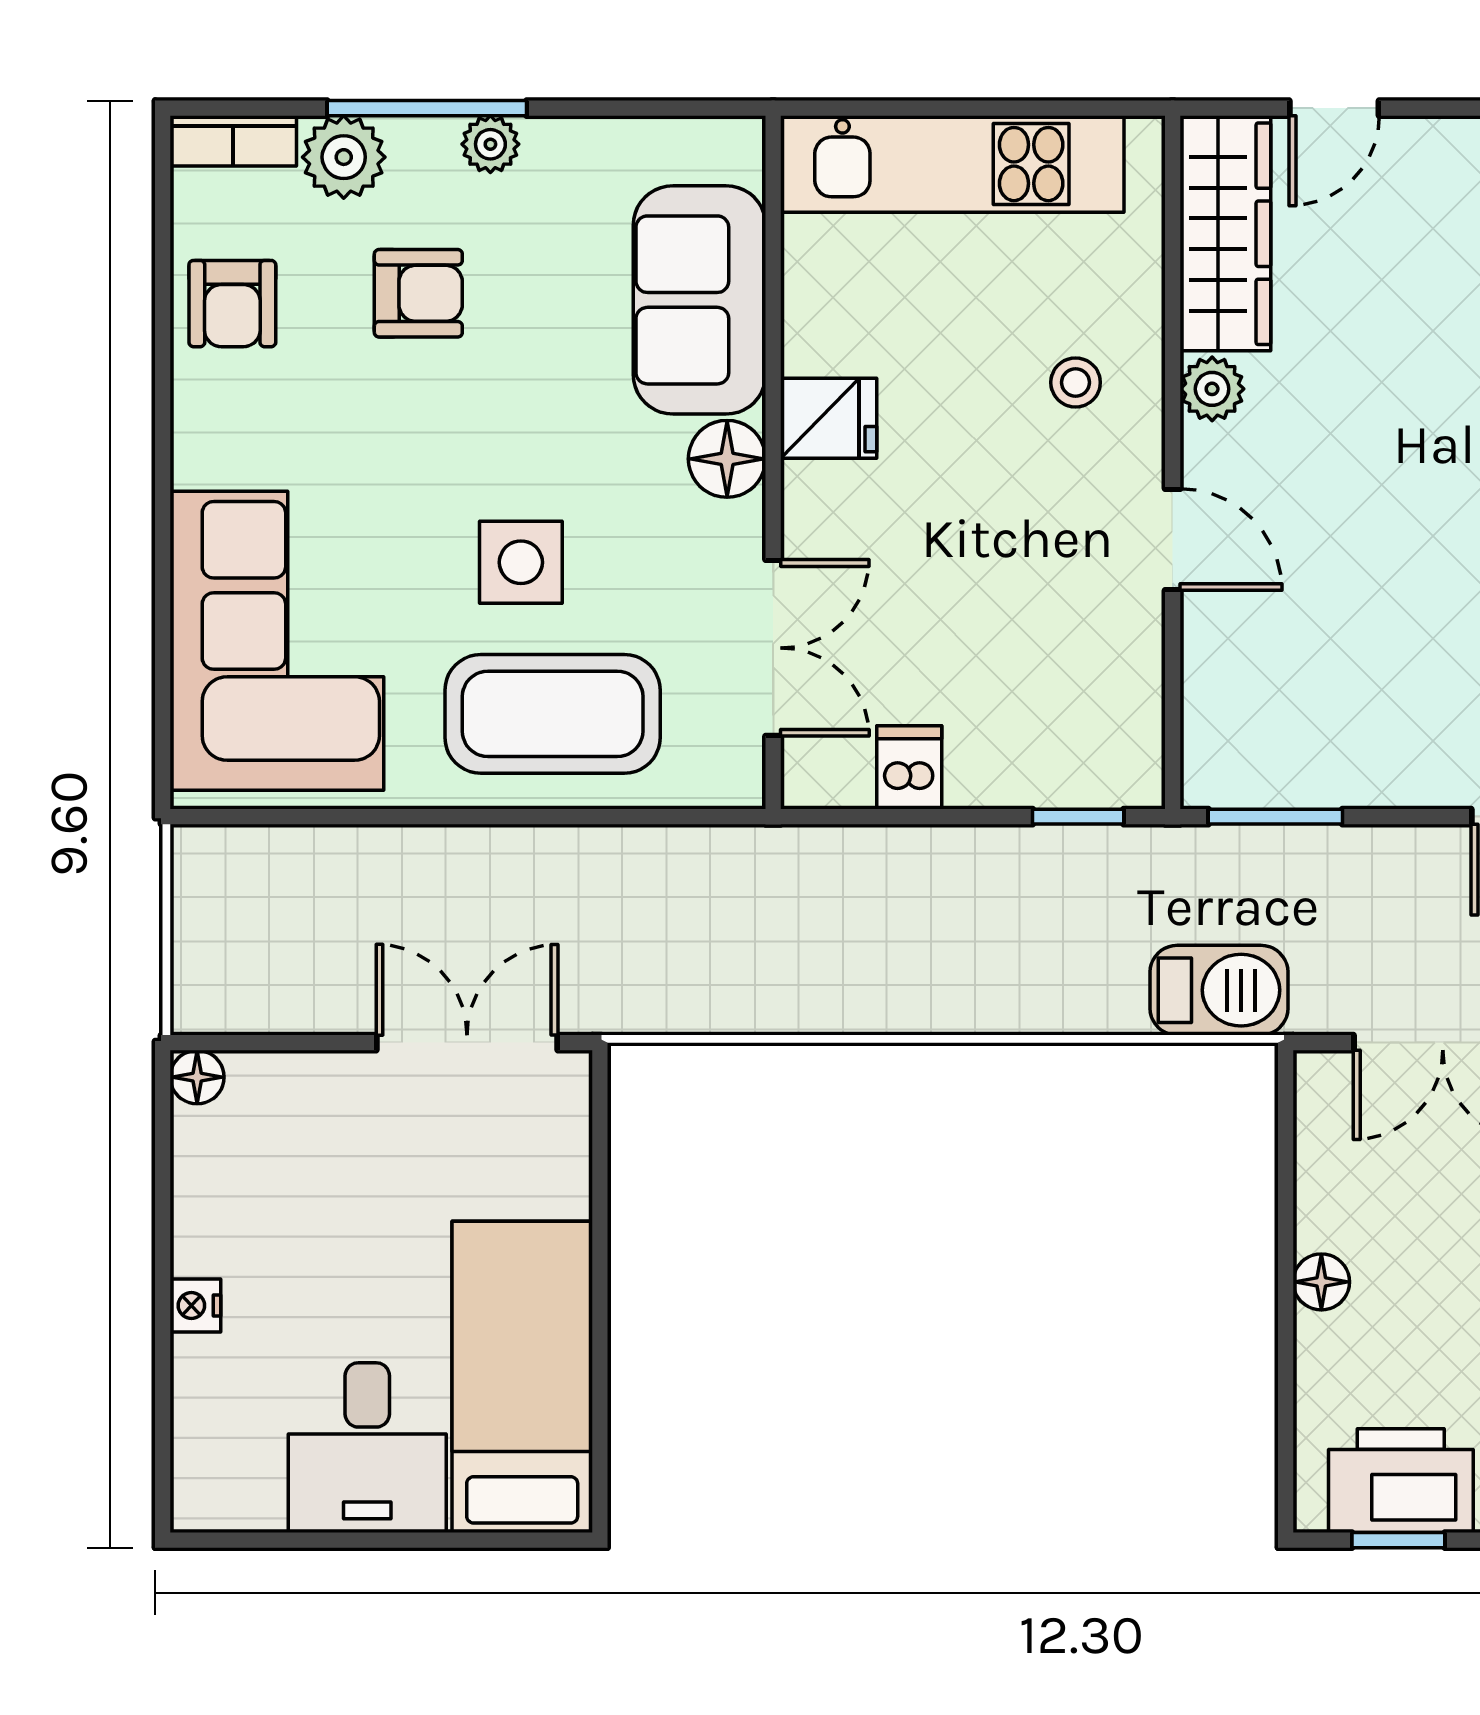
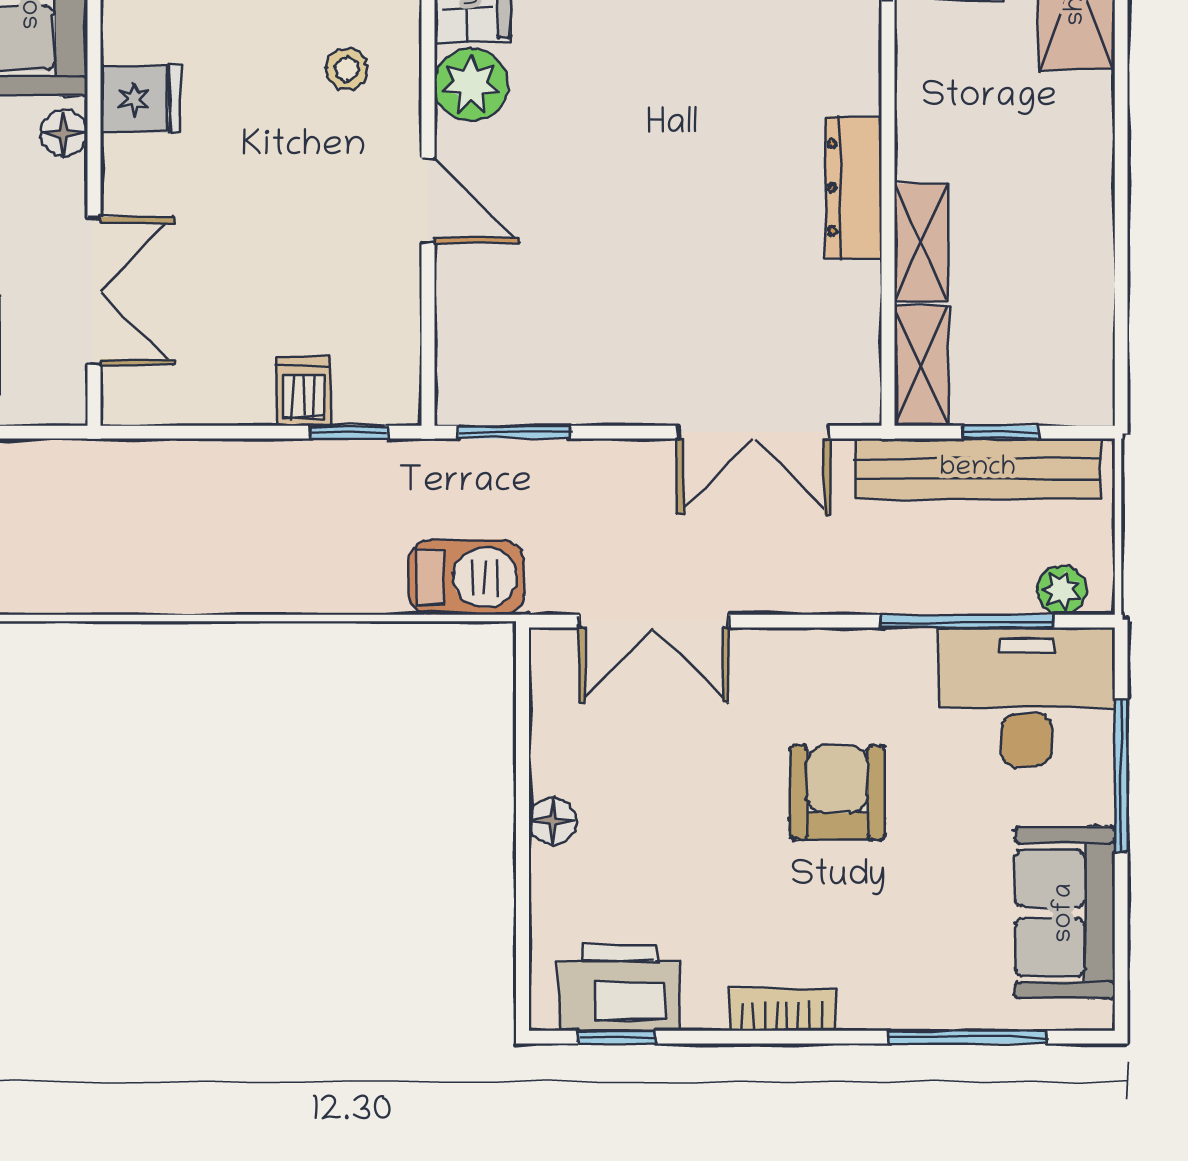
plant: (1212, 389) -> (471, 85), width x1.38, depth x1.38
floor lamp: (727, 459) -> (64, 133), width x0.73, depth x0.73
dishwasher: (909, 767) -> (304, 391), moved

